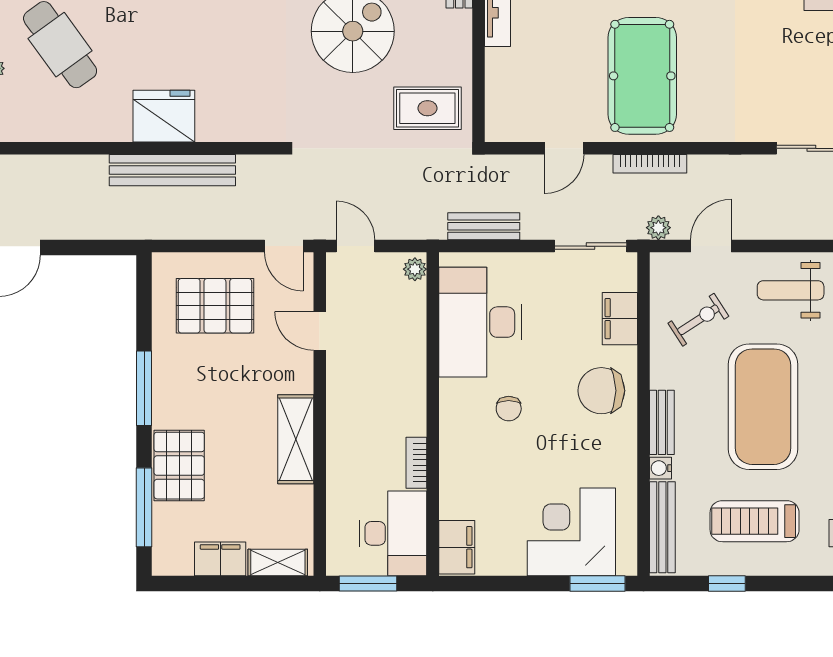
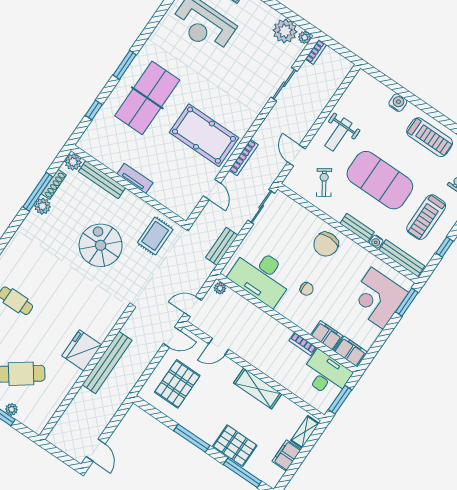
plant: (658, 228) -> (273, 173), removed
filing cabinet: (620, 319) -> (327, 335), moved, turned 180

